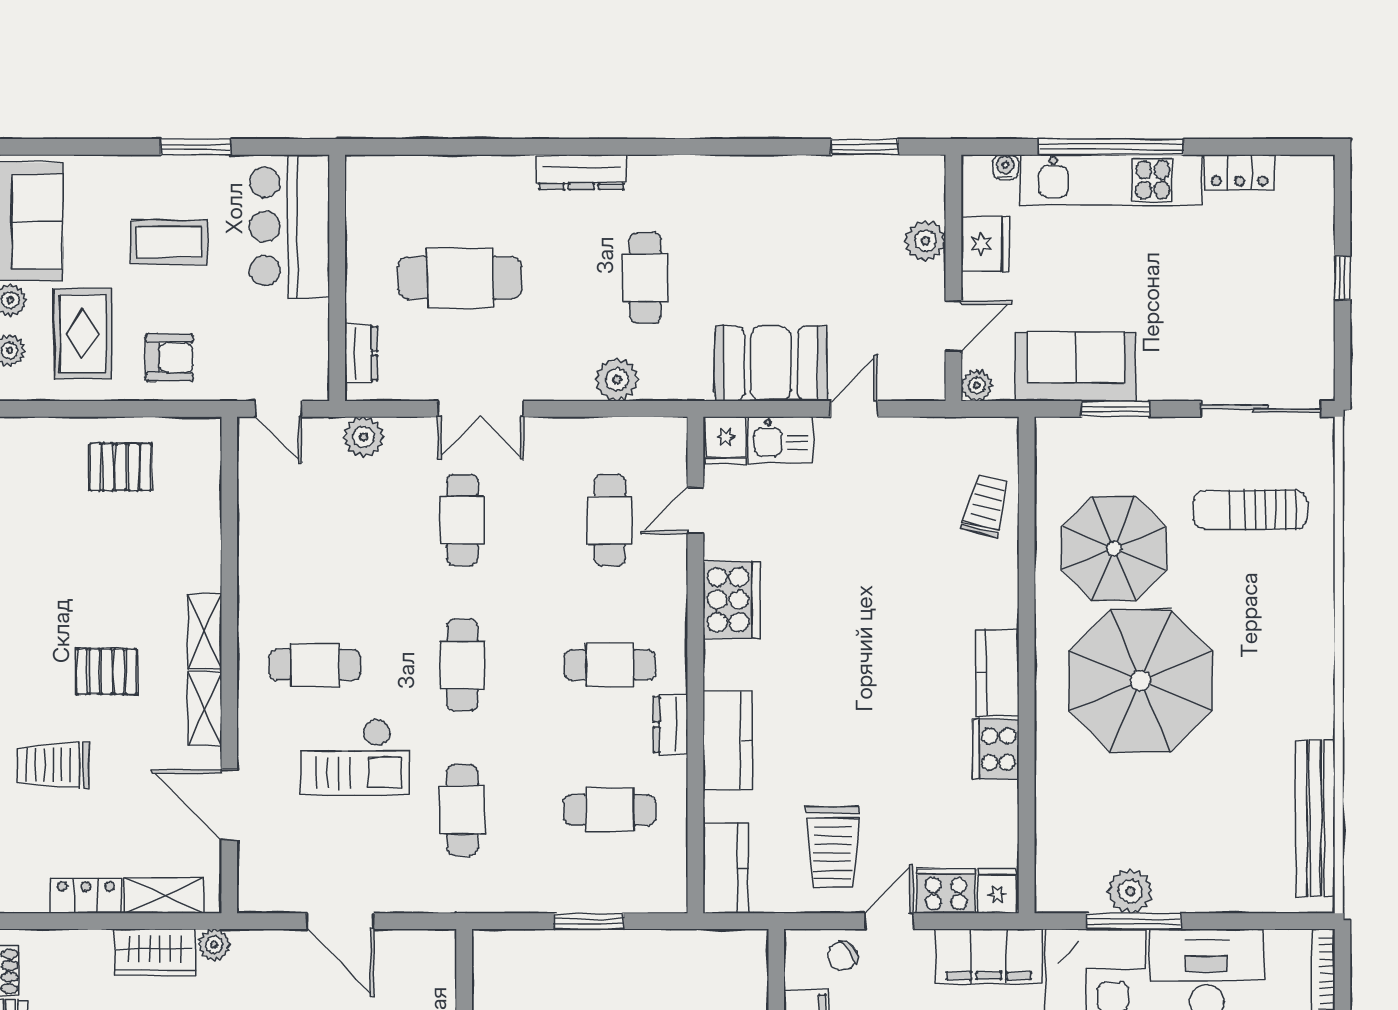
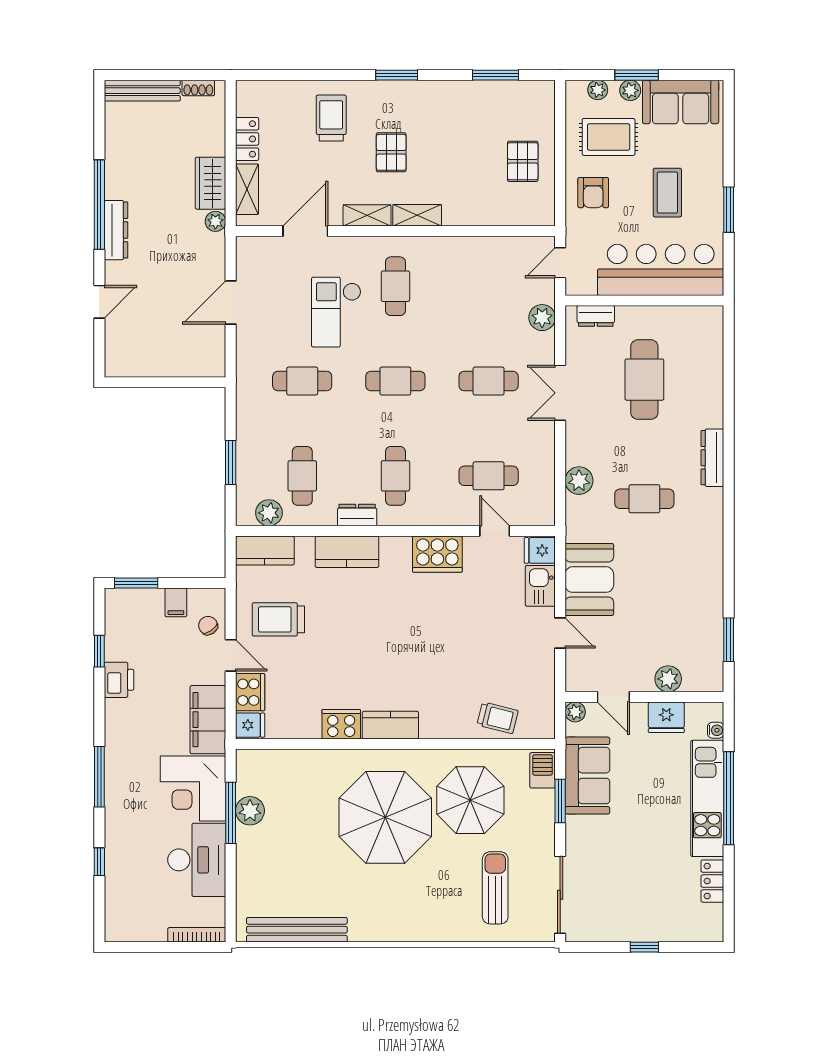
bar counter: (289, 226) -> (661, 270), width x1.36
barbecue: (1068, 436) -> (543, 770), added
plant: (667, 862) -> (269, 513), added

